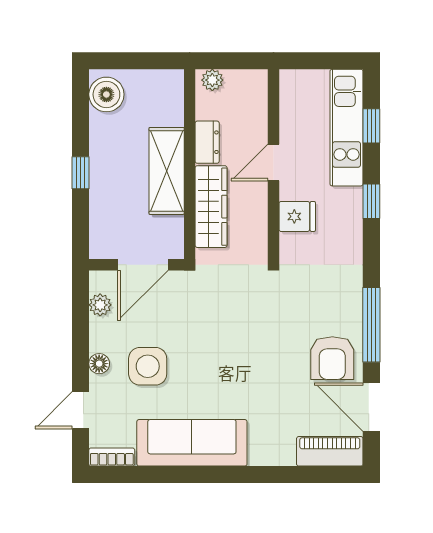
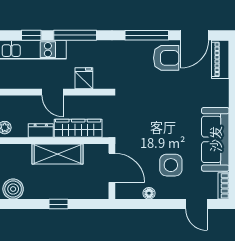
window: (371, 201) -> (75, 35), width x2.17
plant: (100, 305) -> (135, 193), removed
floor lamp: (99, 364) -> (149, 193), moved

